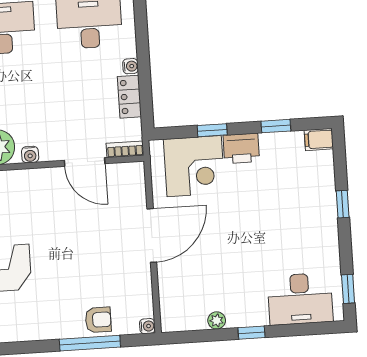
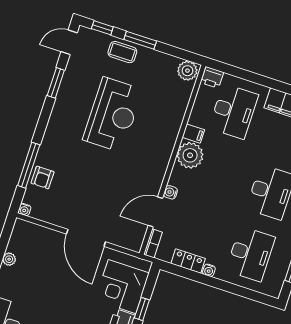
water cooler: (30, 155) -> (170, 192), moved

